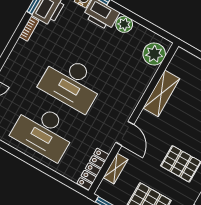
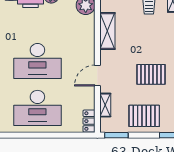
door: (125, 133) -> (97, 76), swing flipped
locker: (93, 169) -> (89, 121), width x0.66

